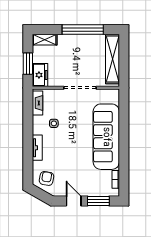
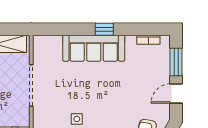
sofa: (106, 137) -> (94, 48), width x0.74, depth x0.79
window: (124, 145) -> (104, 29), added

